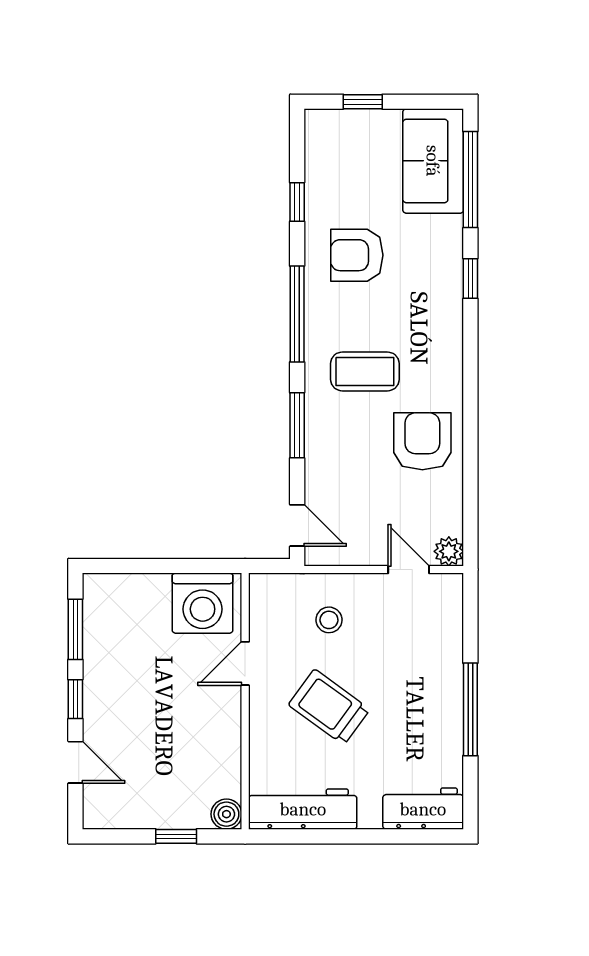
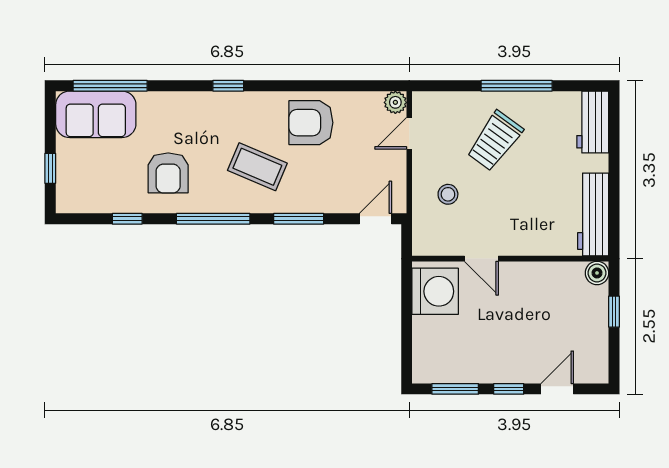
window: (470, 278) -> (228, 86), moved
coffee table: (365, 371) -> (257, 167), turned -67
trolley: (329, 707) -> (495, 141), moved

